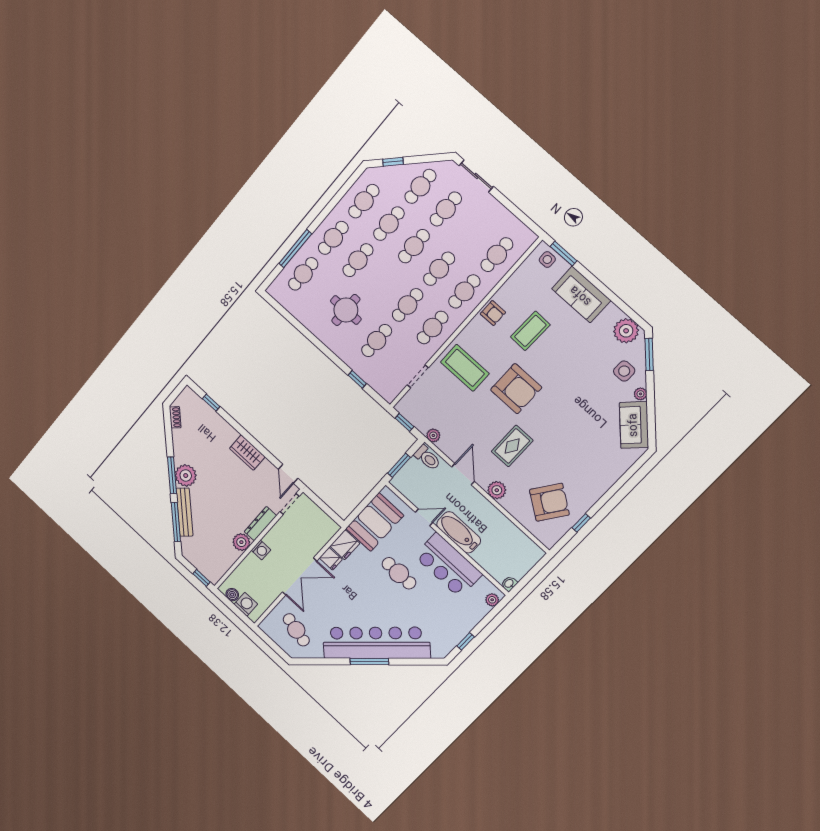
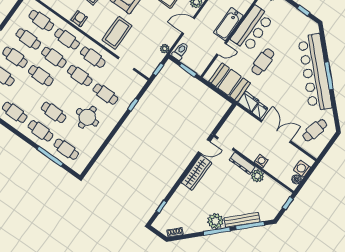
cafe table: (389, 224) -> (28, 39), moved
wardrobe: (247, 453) -> (197, 173), width x1.50
door: (424, 517) -> (221, 49), swing flipped

